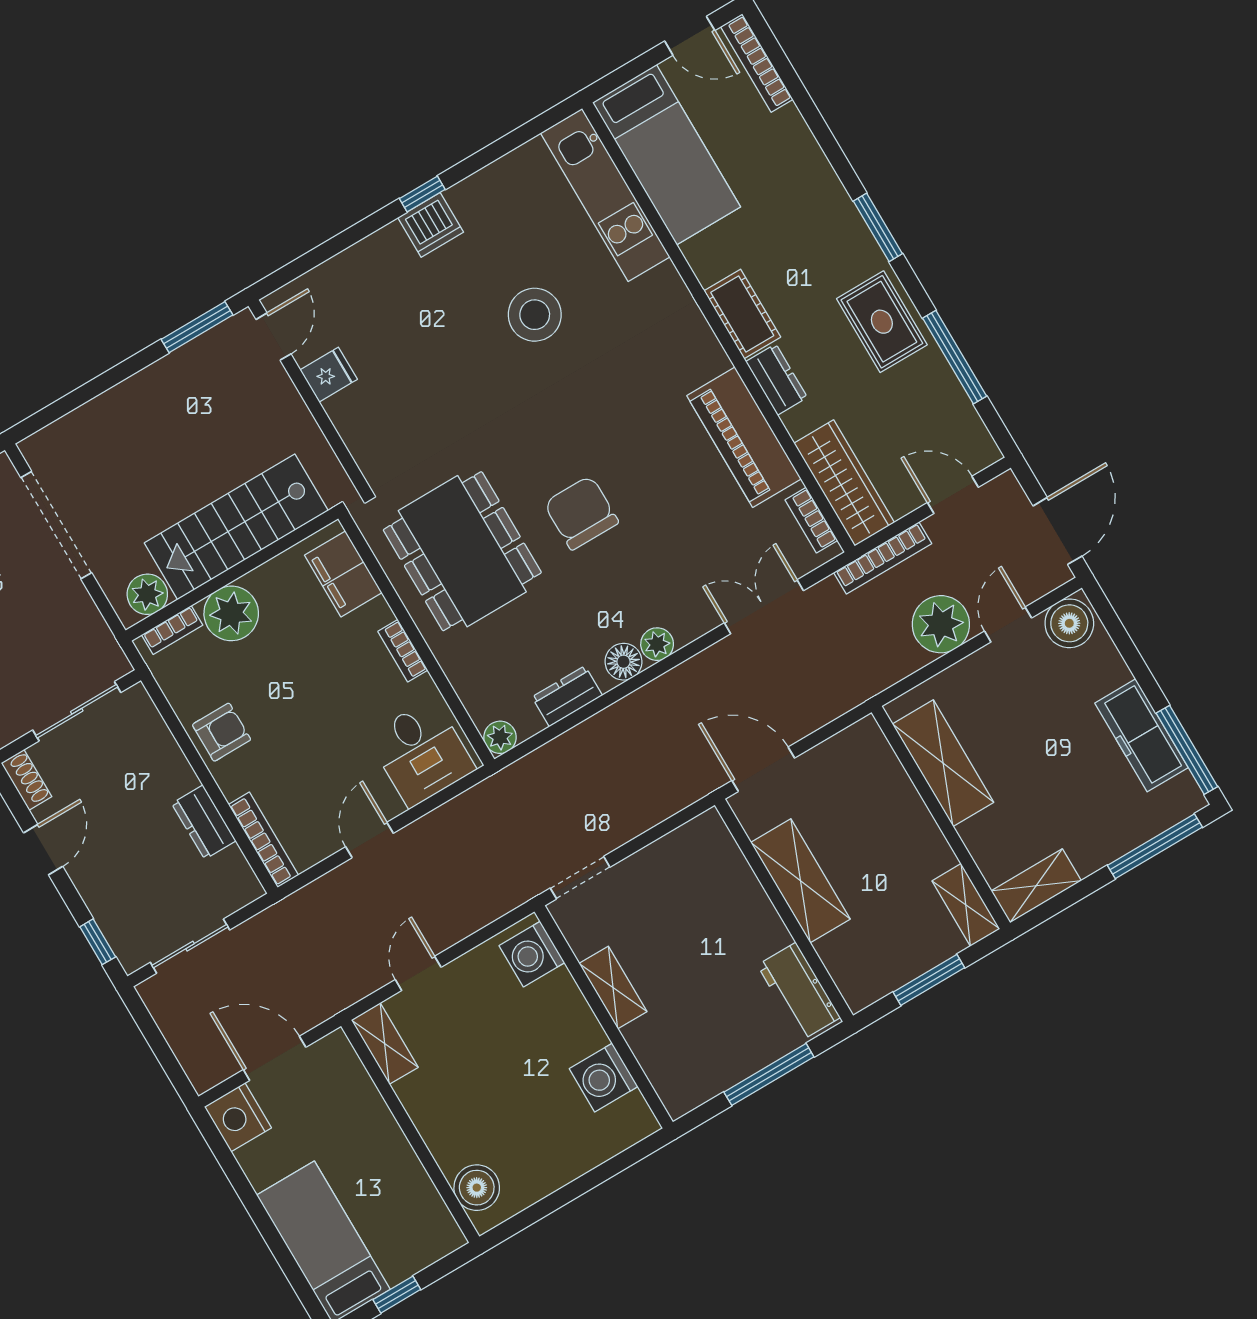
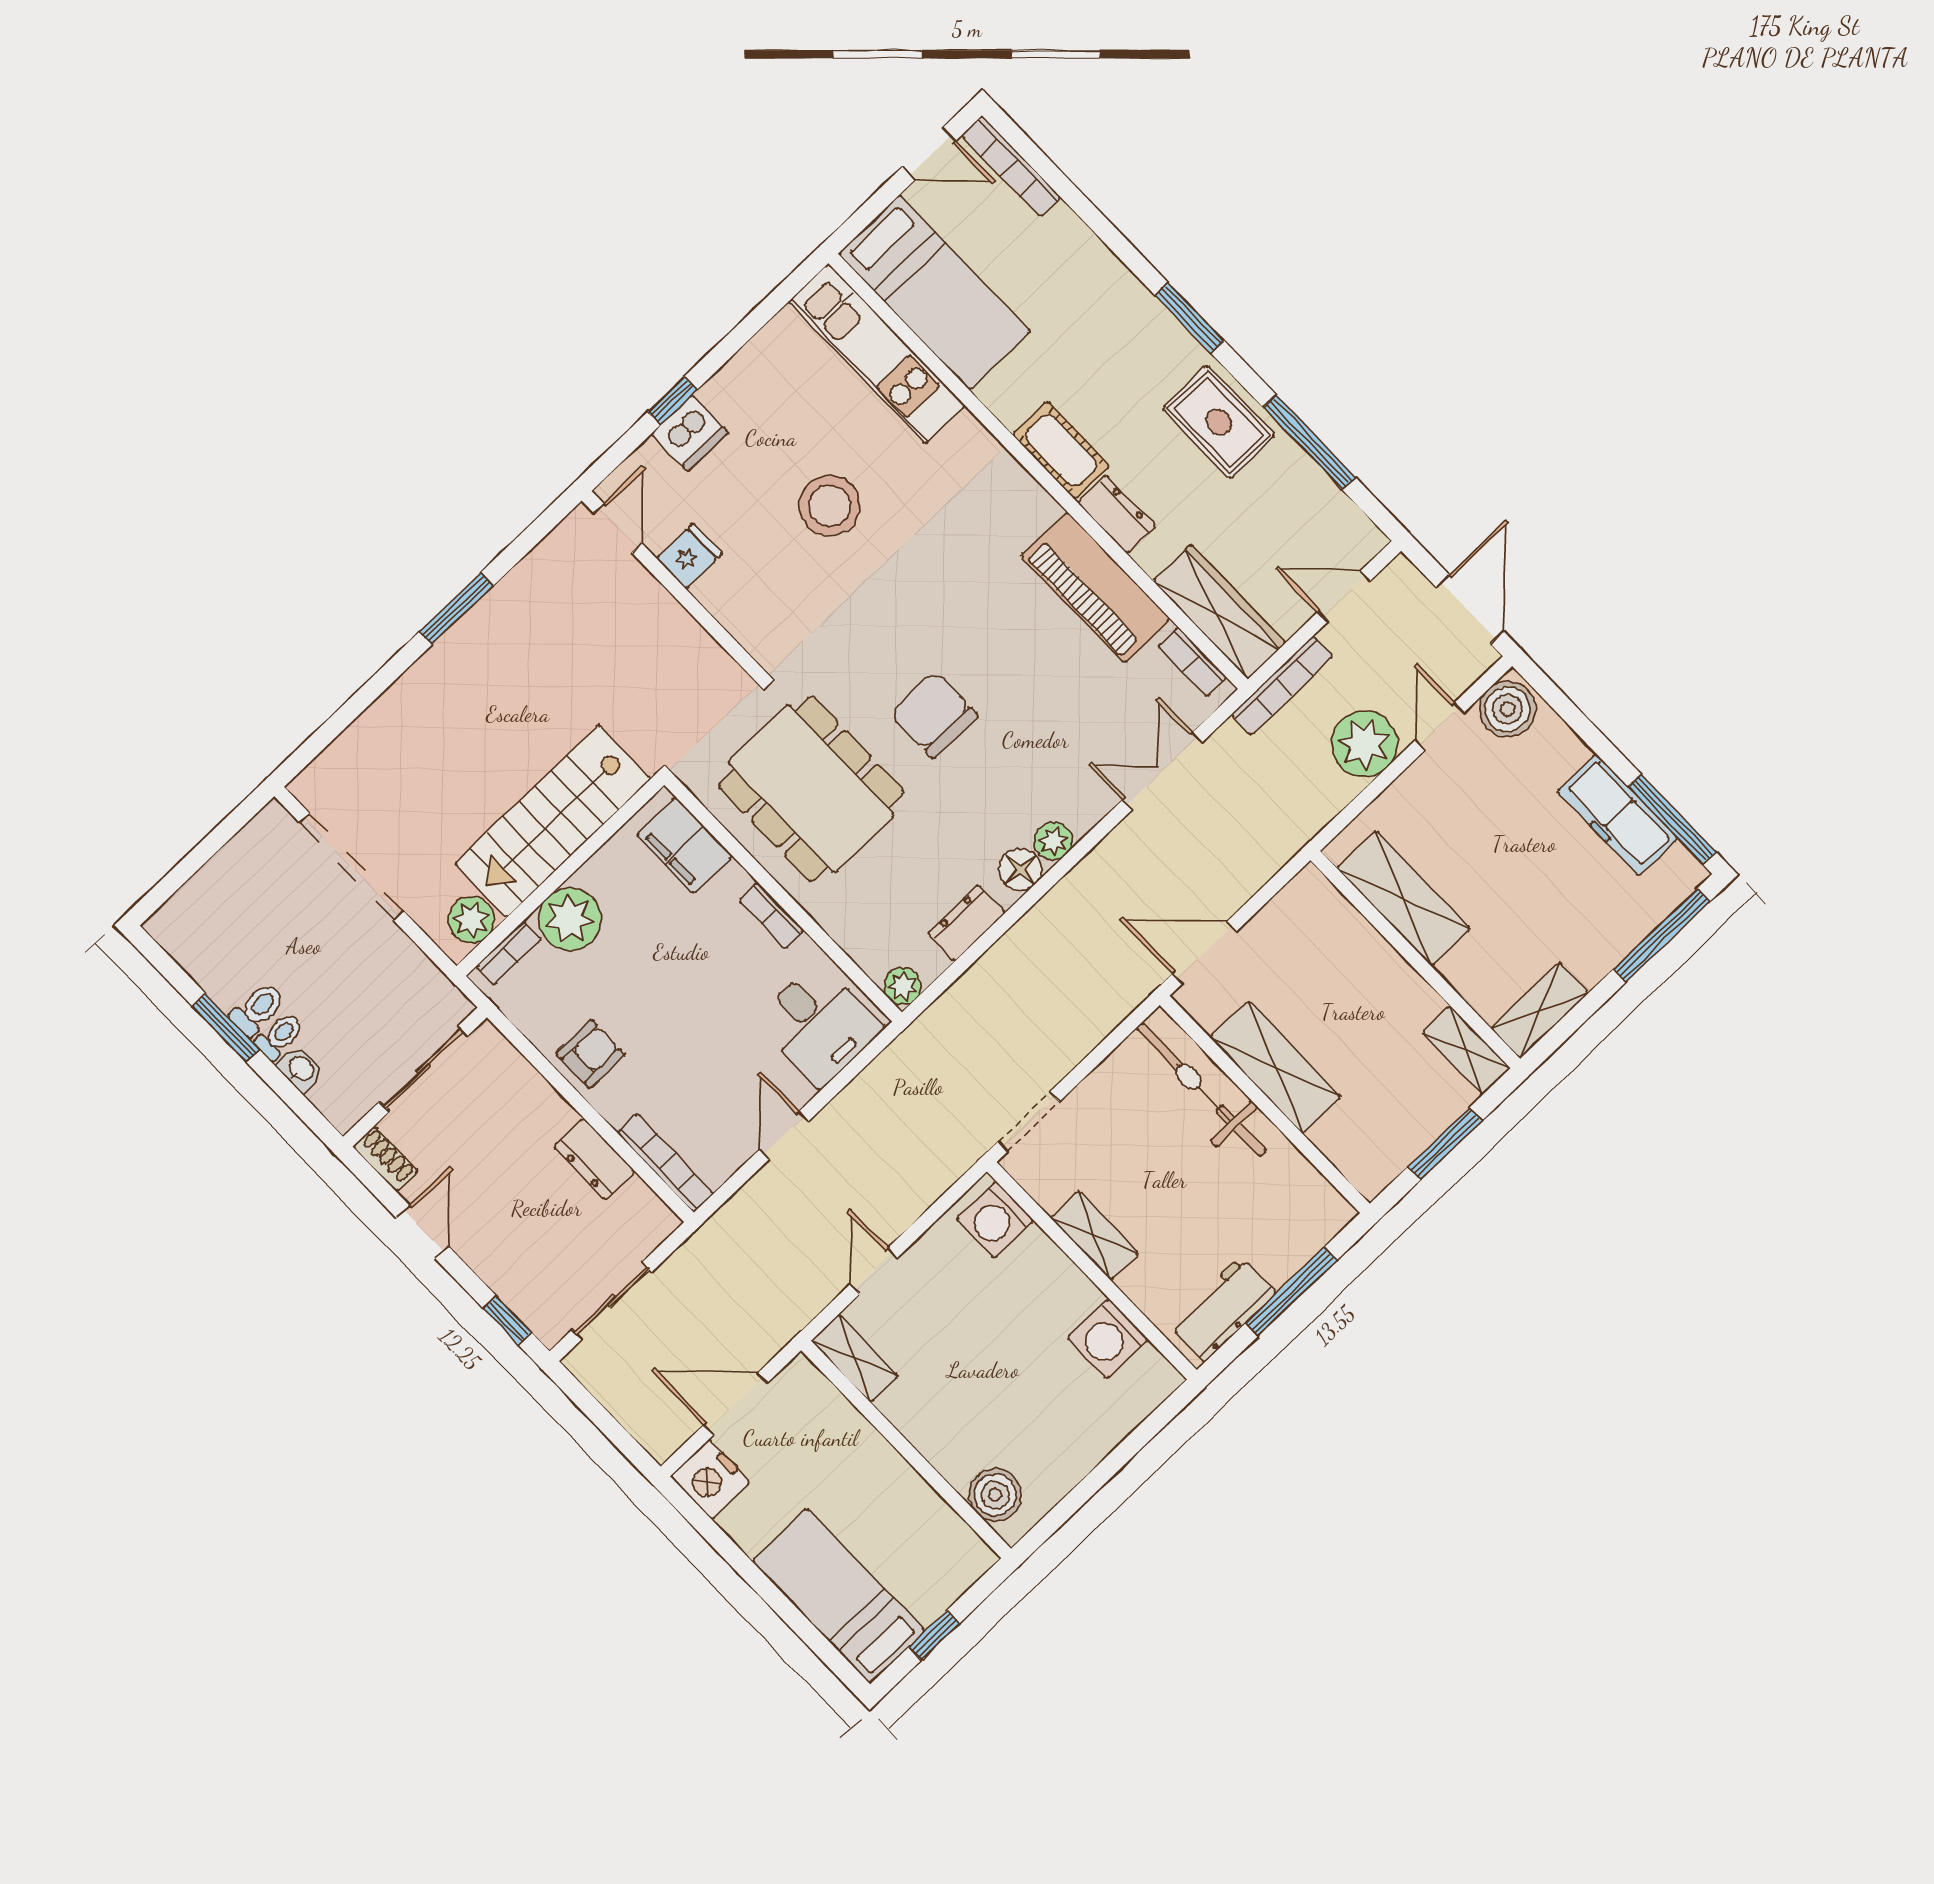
door: (274, 337) -> (618, 528), moved
fridge: (329, 375) -> (689, 556), moved
wall: (309, 396) -> (673, 585), moved
bicycle: (733, 885) -> (1201, 1090), added
workbench: (799, 991) -> (1223, 1309), moved, turned 90

